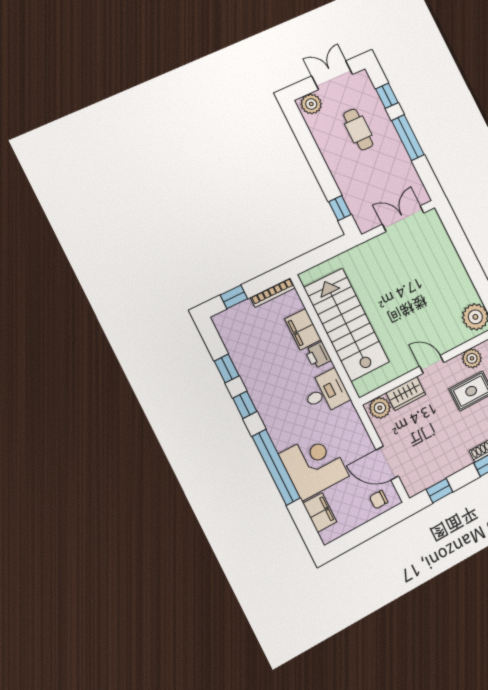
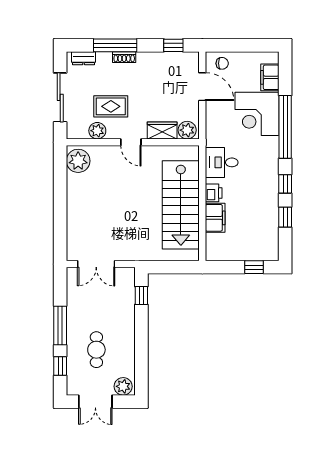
bookcase: (273, 293) -> (224, 256), removed

